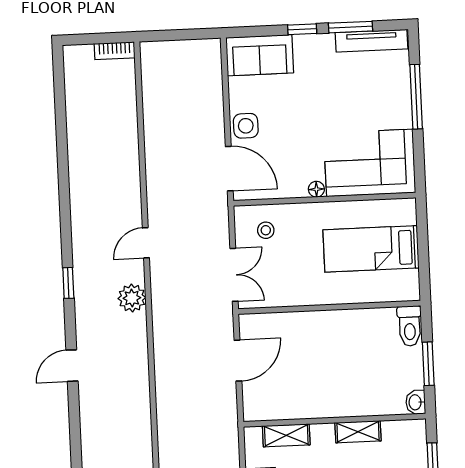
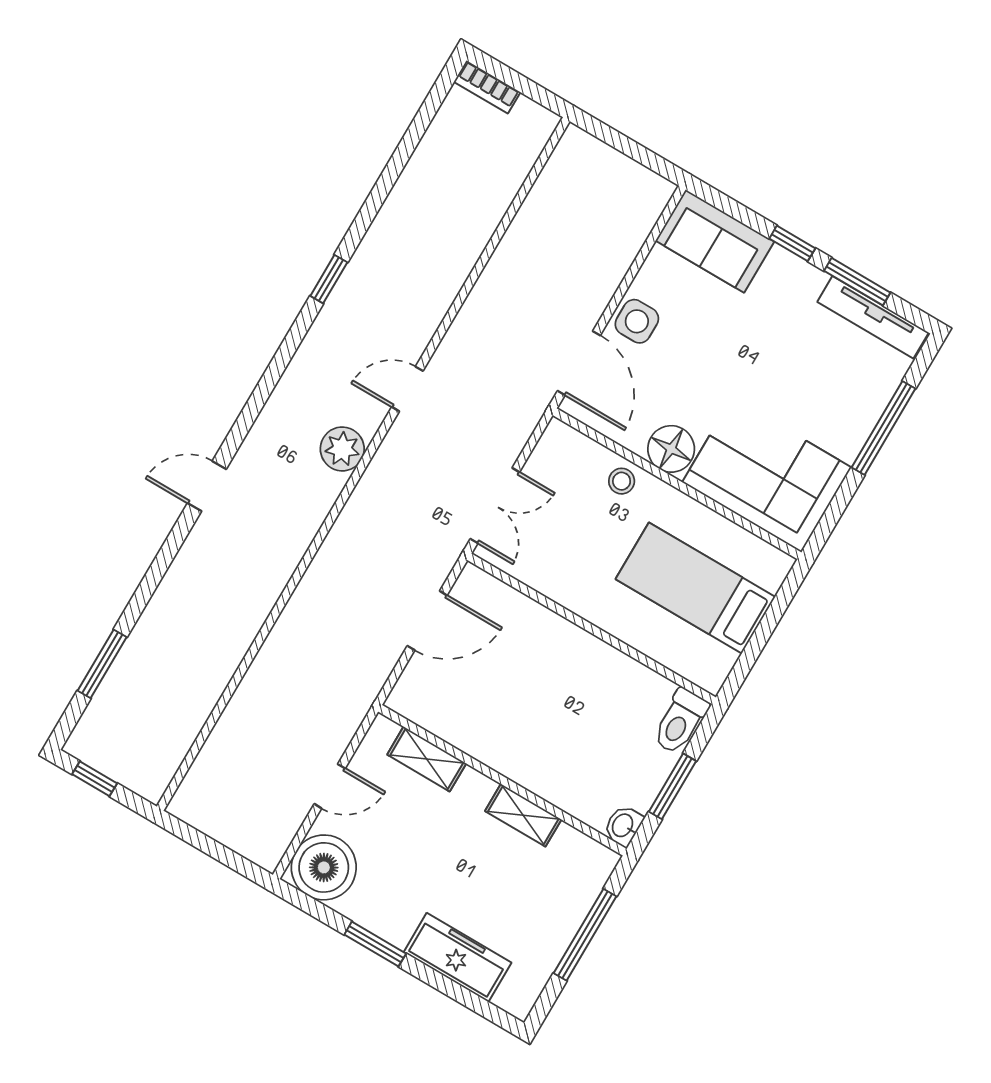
bookcase: (115, 51) -> (487, 87), moved
floor lamp: (316, 189) -> (671, 449), width x1.89, depth x1.89
stool: (266, 230) -> (622, 481), moved
window: (68, 283) -> (329, 279), moved

